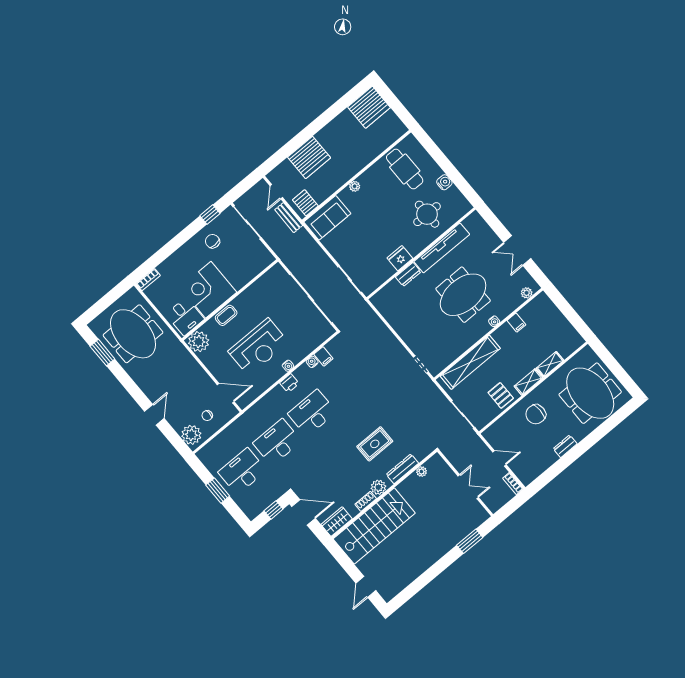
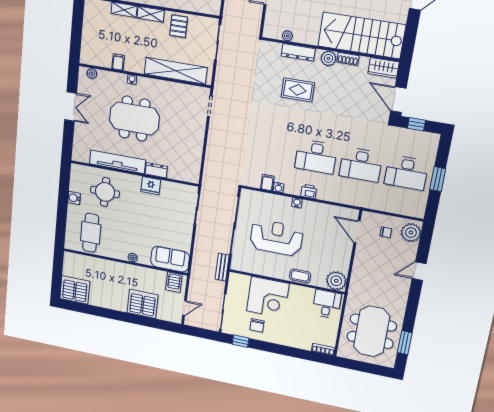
bench: (289, 218) -> (222, 267), moved
corner desk: (208, 290) -> (268, 297), moved
reception desk: (258, 347) -> (276, 238), moved

